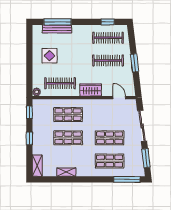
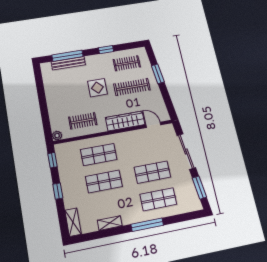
window: (108, 22) -> (106, 50), moved
clothes rail: (108, 38) -> (127, 63), width x0.73
display table: (50, 56) -> (97, 88), moved
window: (135, 63) -> (158, 74), moved
clothes rail: (60, 83) -> (83, 121), width x0.73
wardrobe: (91, 90) -> (125, 121), width x1.50
window: (127, 179) -> (147, 225), moved

